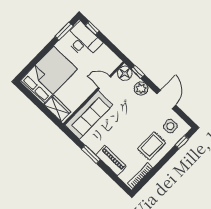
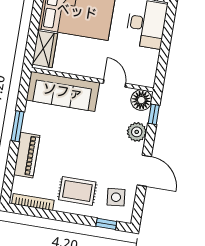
window: (92, 28) -> (169, 25), removed
door: (166, 99) -> (144, 171), hinge flipped

